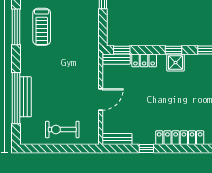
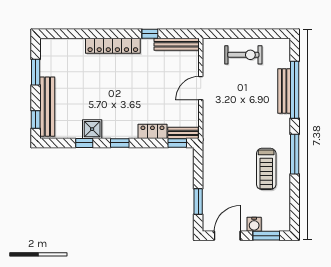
window: (16, 27) -> (295, 154), moved
treadmill: (42, 27) -> (266, 169), turned 180
shower: (175, 63) -> (92, 129), moved
bench: (117, 139) -> (176, 44), width x1.36

